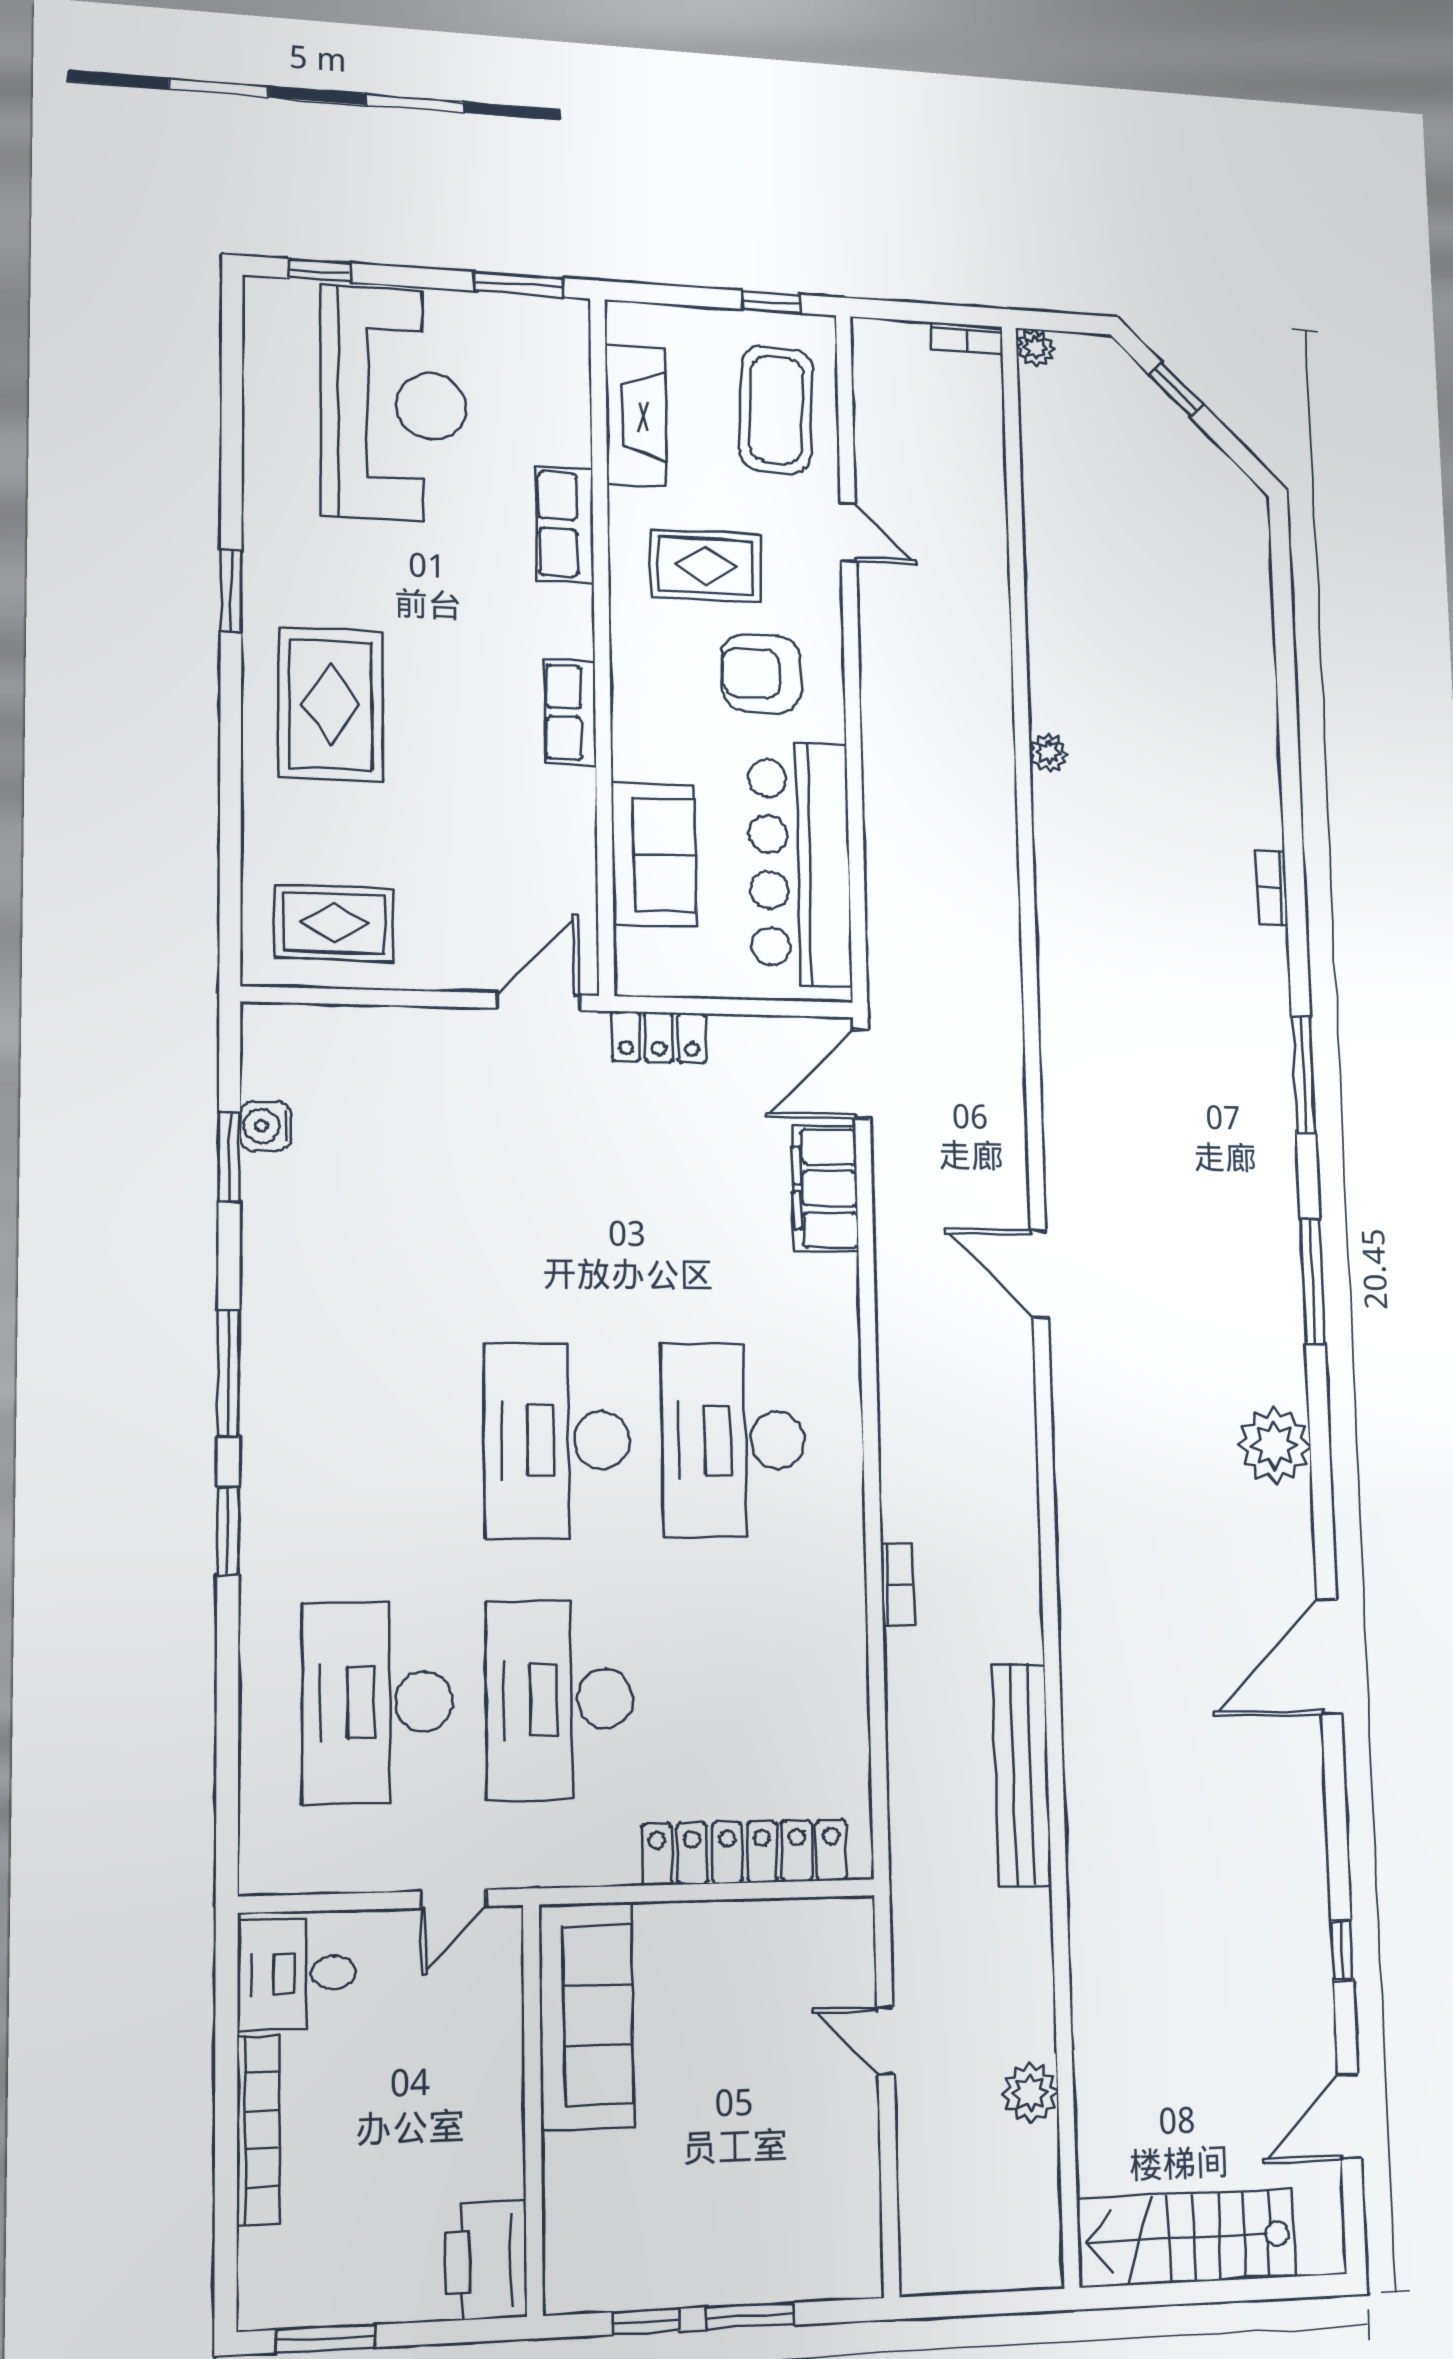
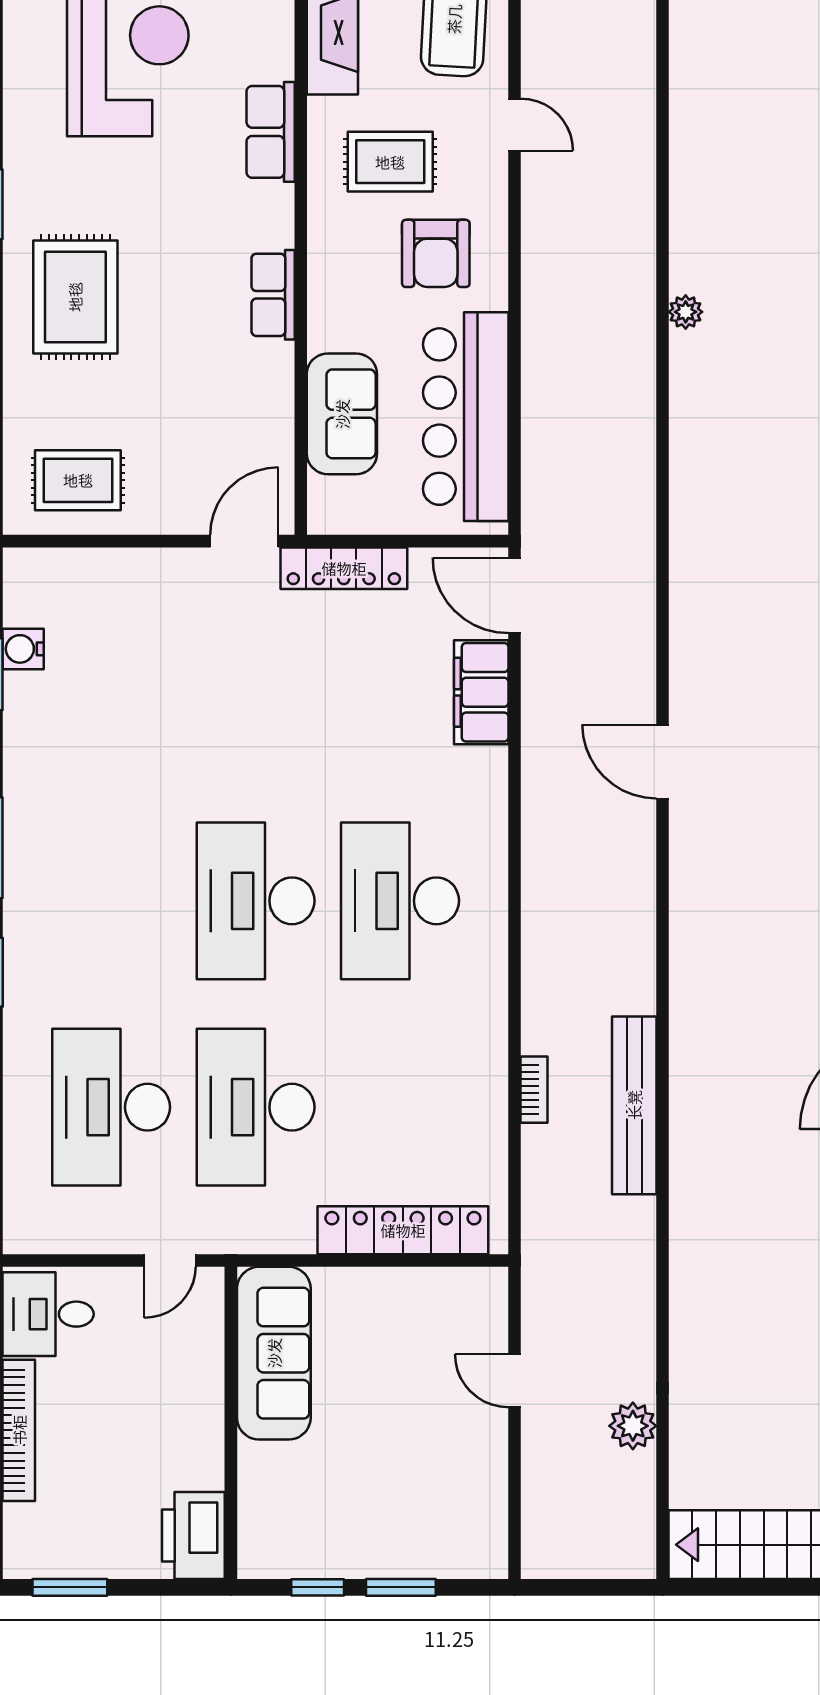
armchair: (761, 673) -> (436, 253), turned -90
locker: (659, 1037) -> (344, 568), width x1.53
door: (862, 1074) -> (515, 595), hinge flipped
bookcase: (897, 1585) -> (534, 1090), moved
bench: (1022, 1775) -> (634, 1105), moved

